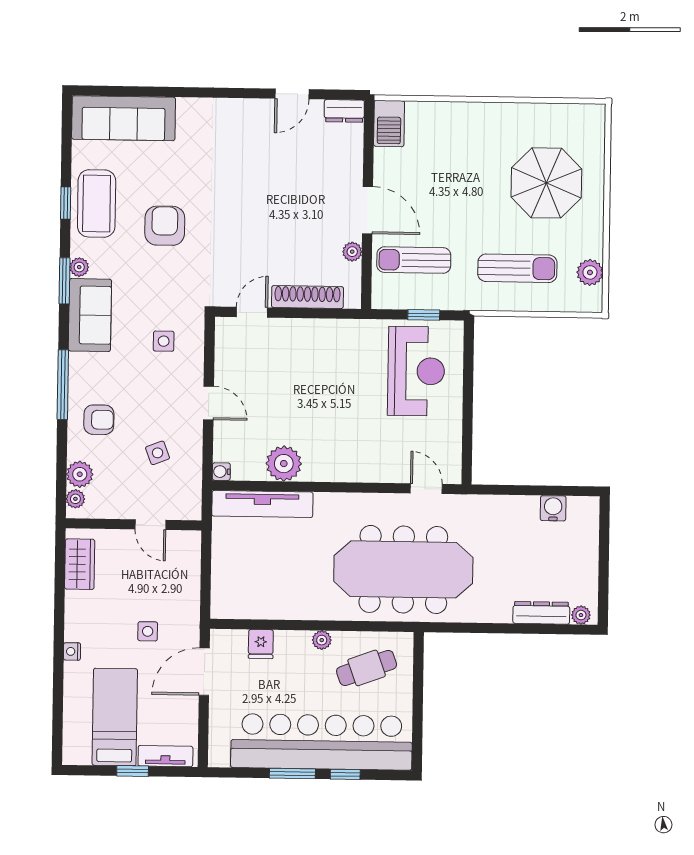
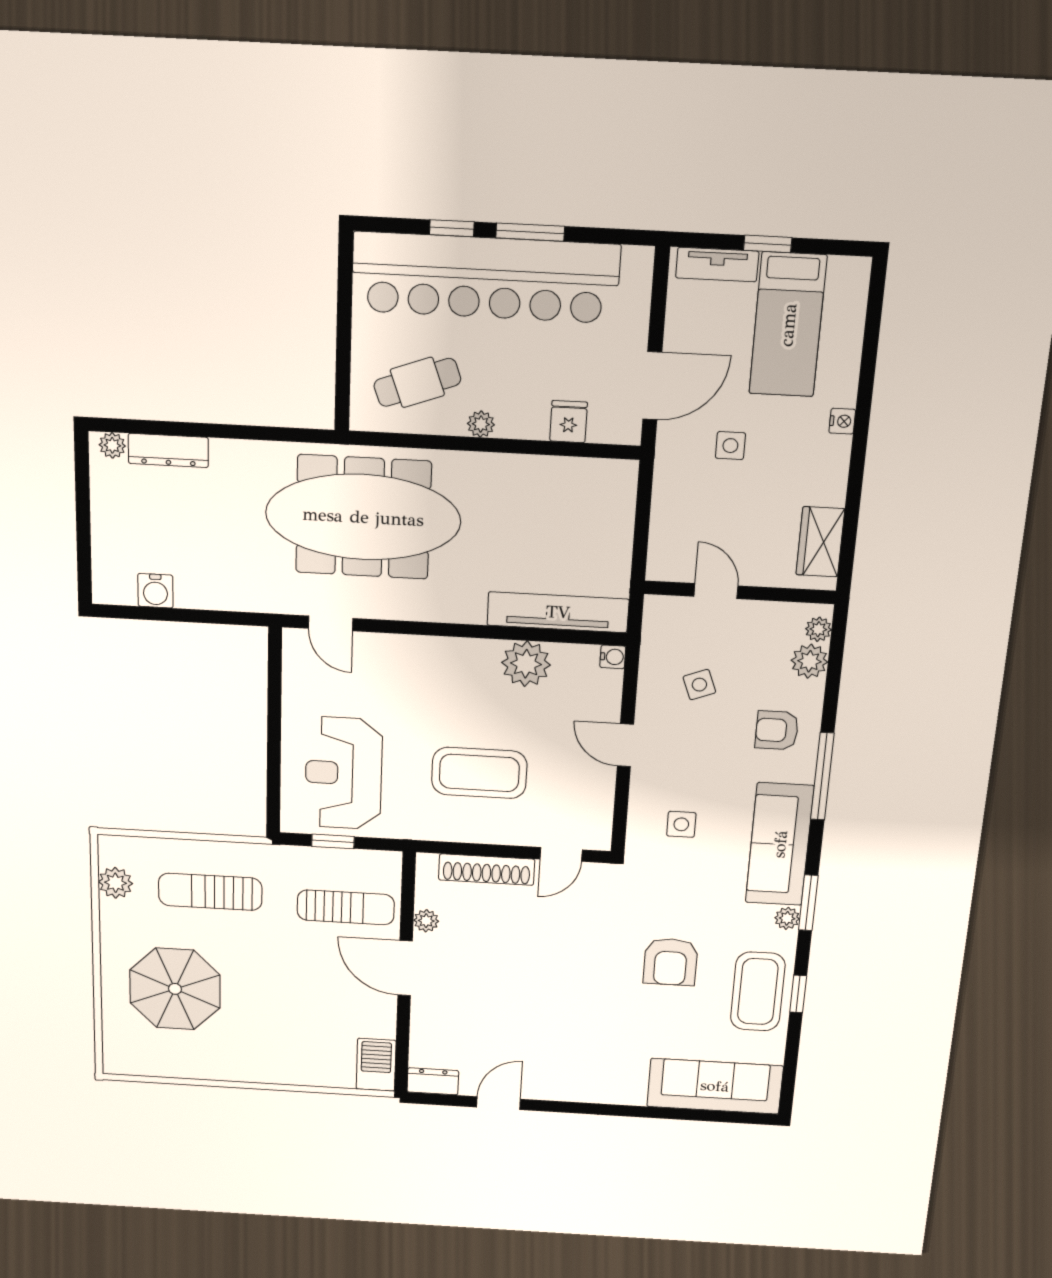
sofa: (90, 315) -> (780, 844), width x1.36
coffee table: (315, 376) -> (479, 773), added

